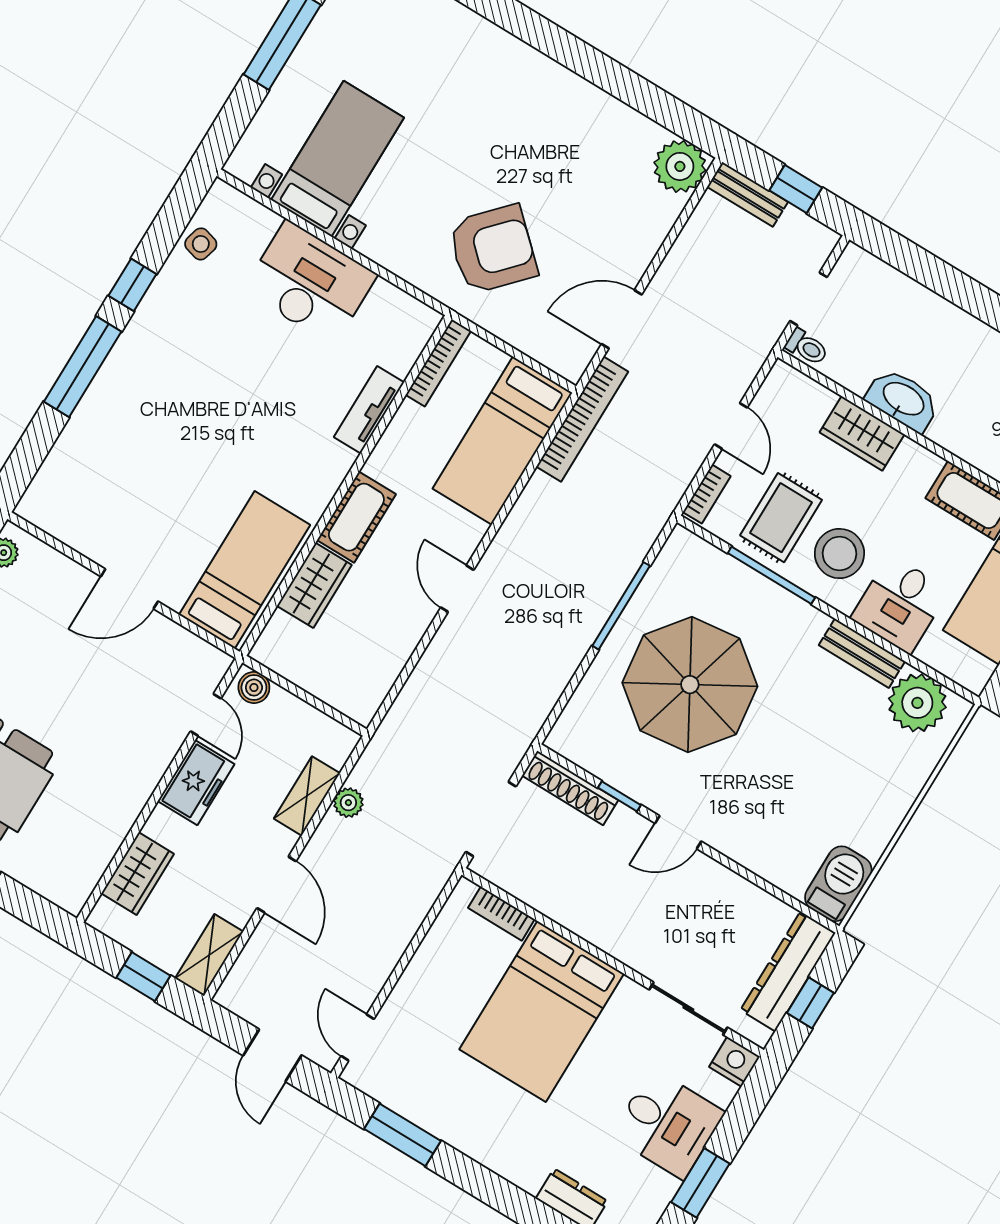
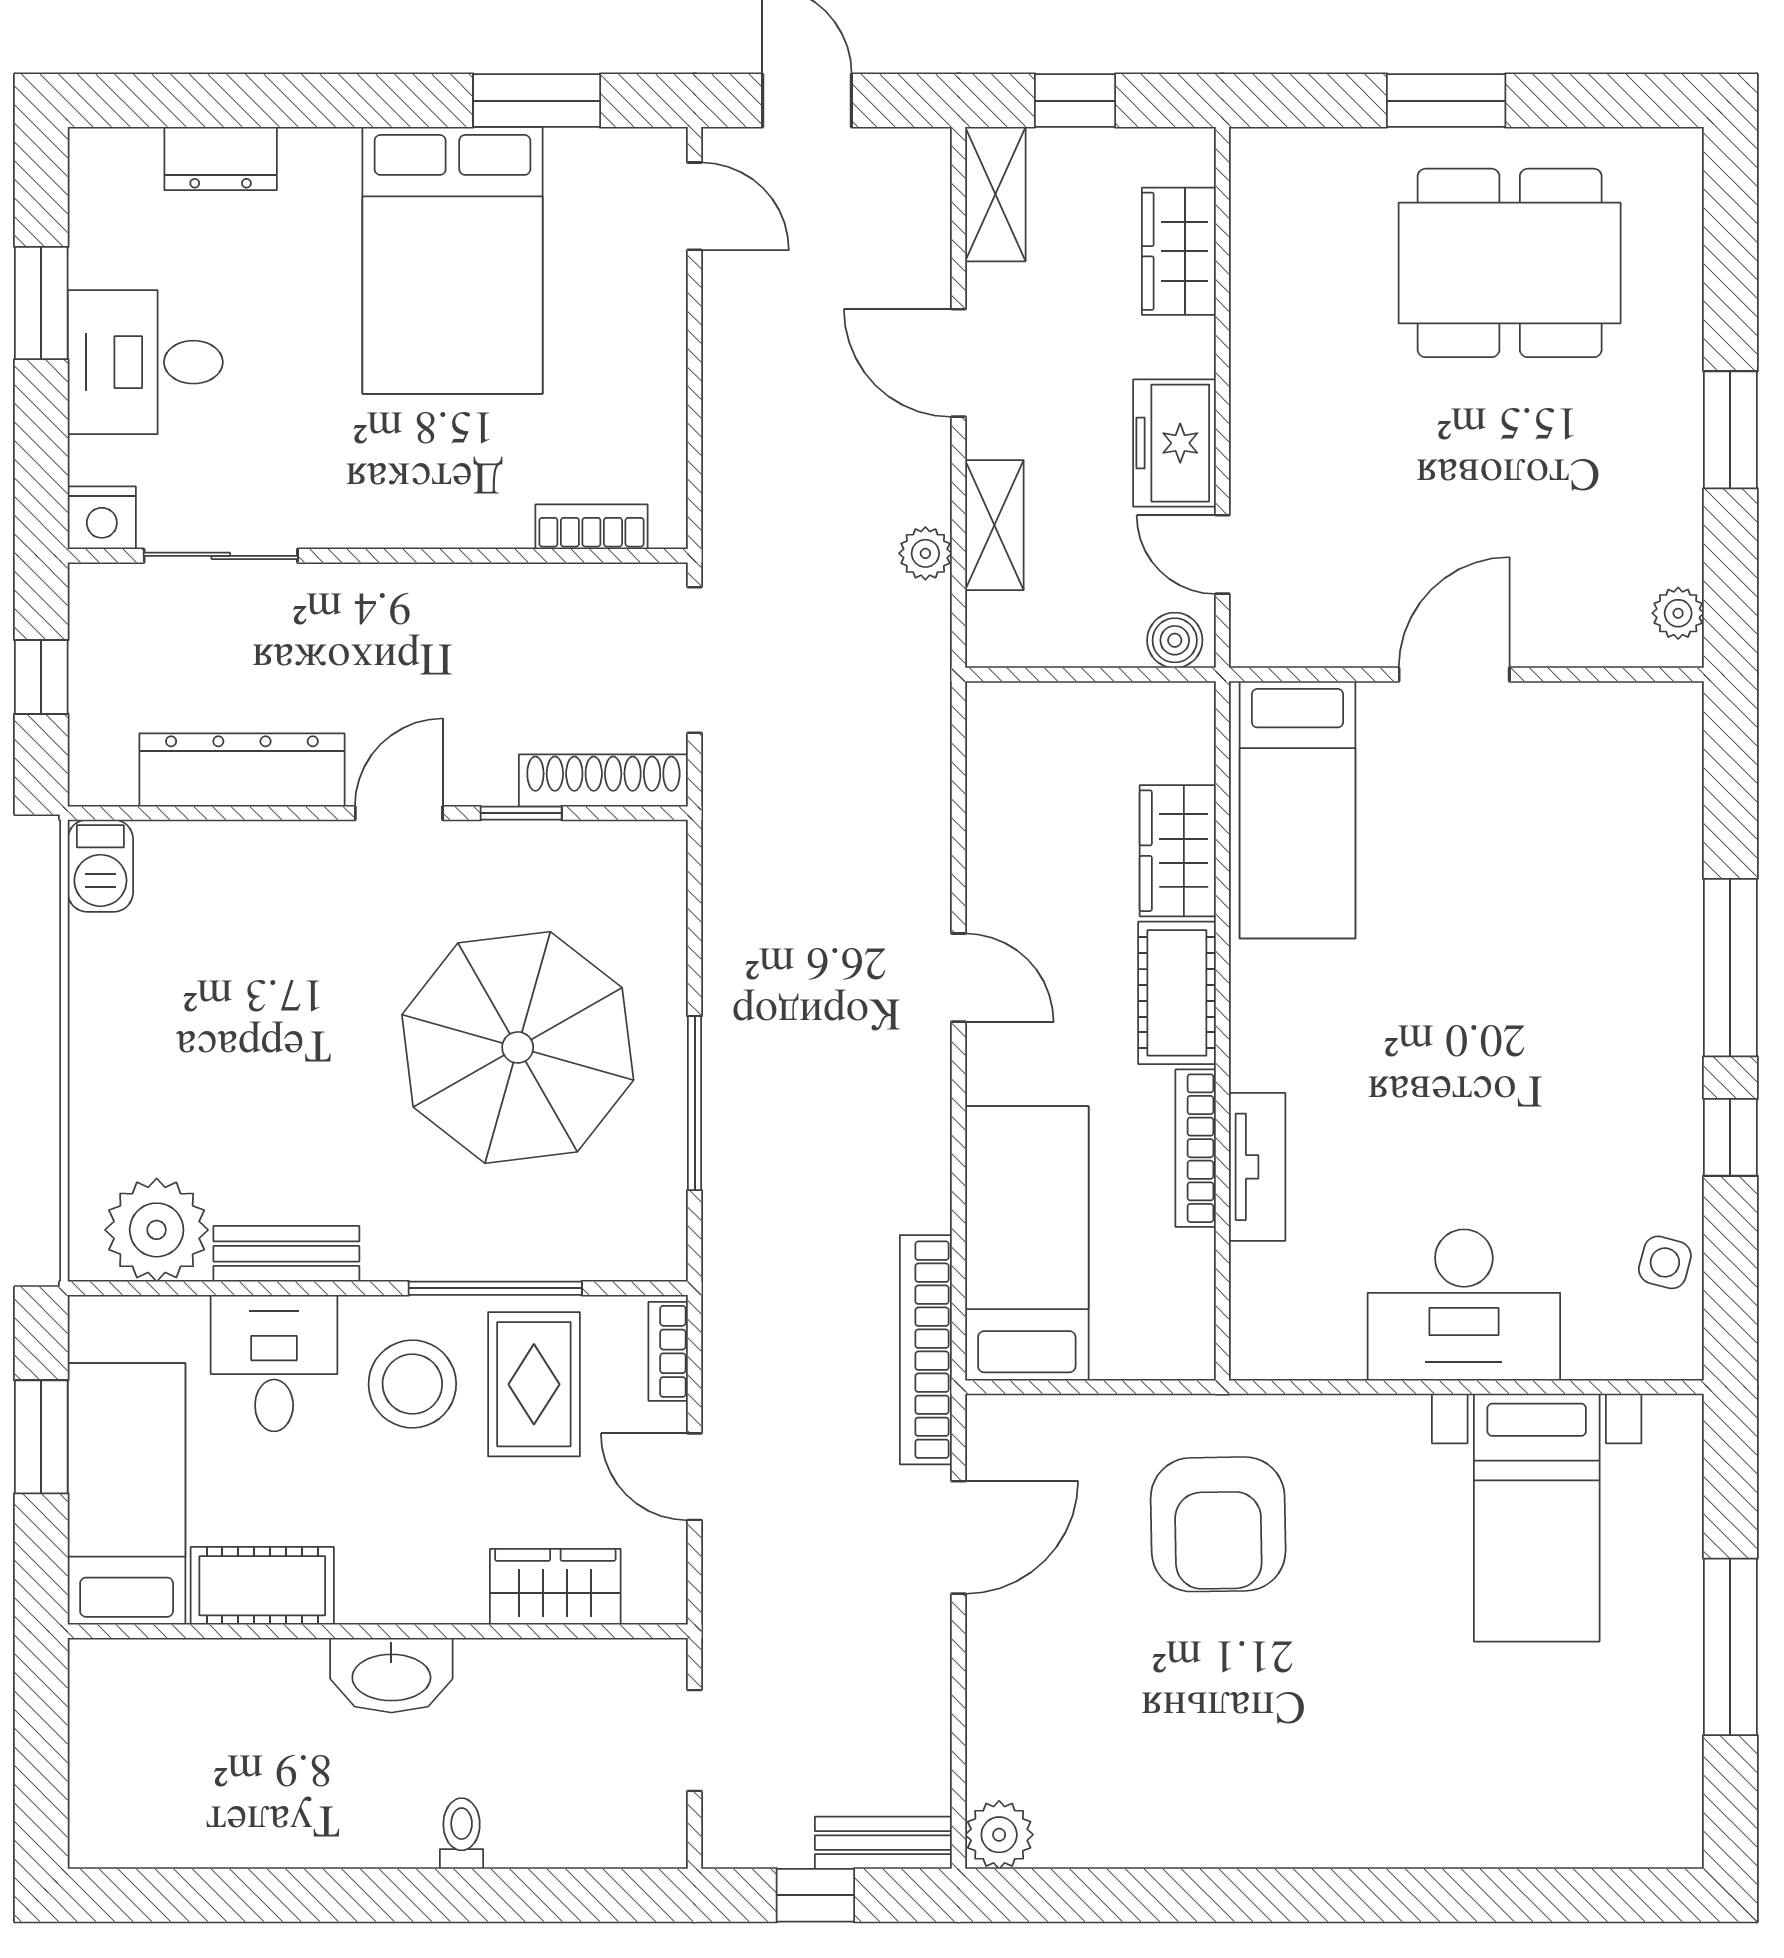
plant: (680, 166) -> (999, 1835), width x0.73, depth x0.73
armchair: (493, 249) -> (1218, 1524), turned -44
toilet: (807, 347) -> (462, 1833), moved, turned 90
bookcase: (438, 363) -> (1196, 1148), moved
washbasin: (903, 400) -> (391, 1675), moved
wardrobe: (862, 433) -> (555, 1587), moved
barbecue: (838, 884) -> (100, 866), width x0.73, depth x0.79
dresser: (788, 971) -> (242, 770), moved, turned -90
bed: (542, 1011) -> (452, 260), moved, turned 180

